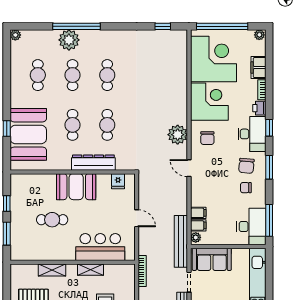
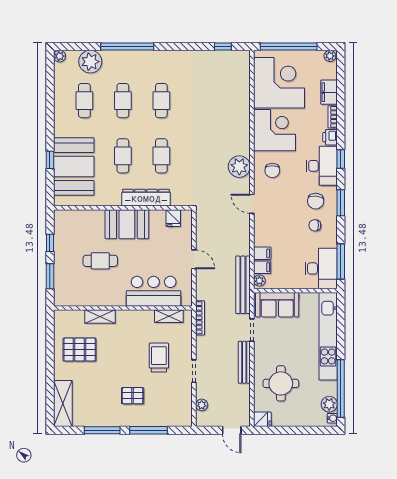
plant: (69, 40) -> (90, 62), moved
shelving: (90, 270) -> (169, 316), moved

